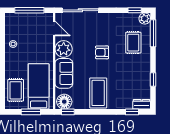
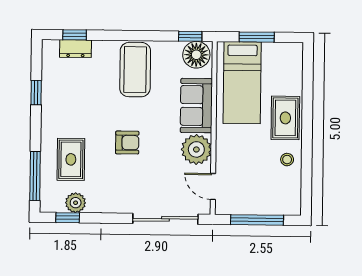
plant: (145, 19) -> (76, 203), moved
rug: (16, 90) -> (285, 118), moved
dresser: (142, 104) -> (75, 49), moved

